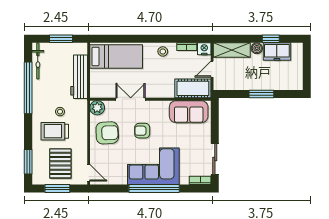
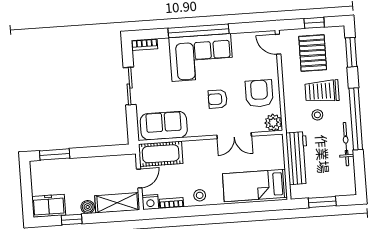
freezer: (277, 52) -> (49, 206), moved
bicycle: (38, 61) -> (346, 144), moved
window: (28, 88) -> (356, 119), moved
window: (261, 94) -> (55, 154), moved
trolley: (55, 131) -> (322, 91), turned 180
armchair: (142, 131) -> (218, 99), turned 180
armchair: (107, 133) -> (259, 93), turned 93
sliding door: (215, 159) -> (130, 86), moved
window: (57, 189) -> (314, 23), width x0.67

